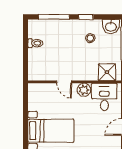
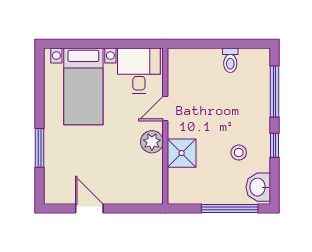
shower: (107, 72) -> (182, 153), moved
desk: (104, 97) -> (139, 71), moved, turned -90

